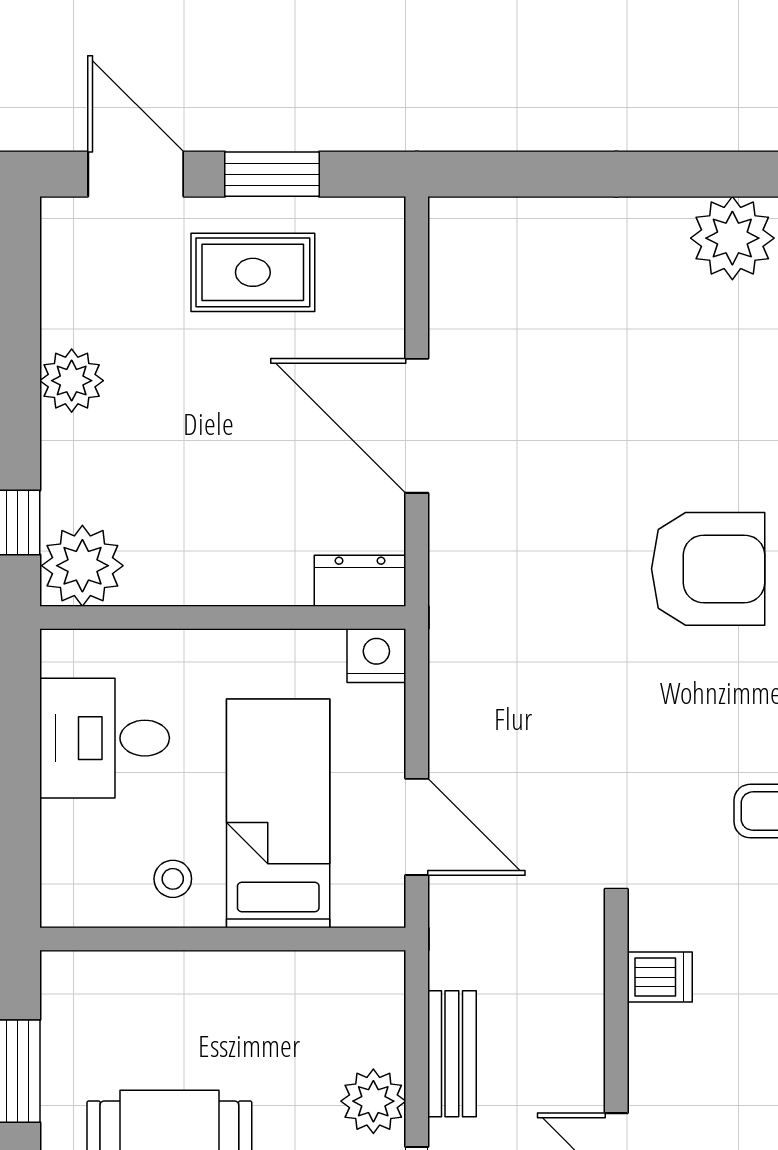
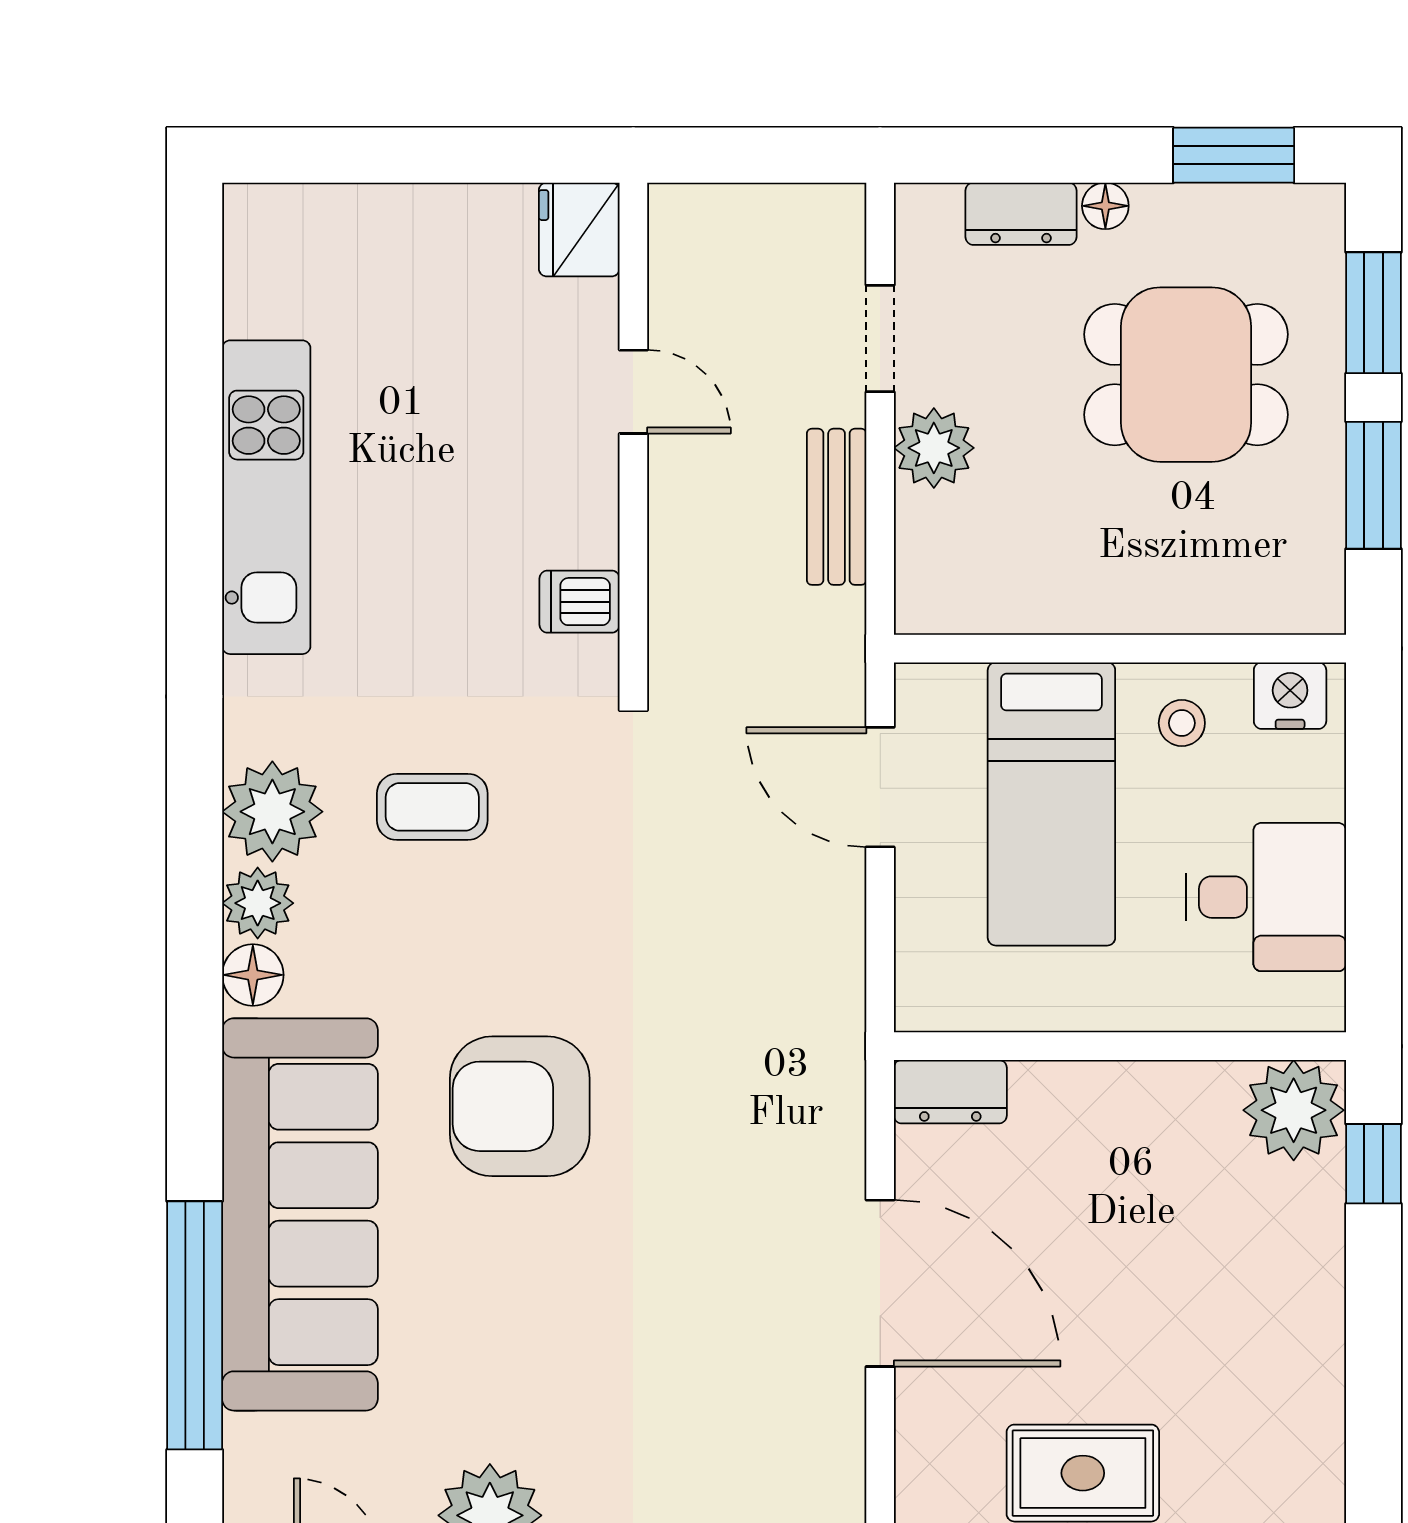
plant: (72, 381) -> (1307, 1339), removed
nightstand: (376, 656) -> (1290, 696), moved, turned 180

